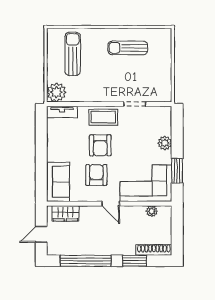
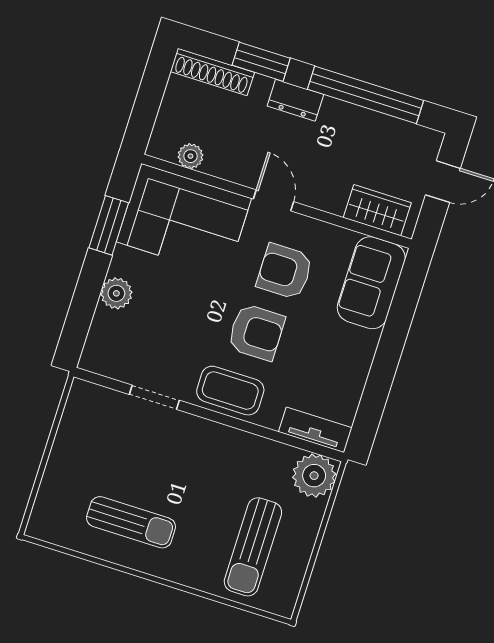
armchair: (100, 145) -> (256, 332), turned 90
armchair: (96, 175) -> (285, 271), turned 90
dresser: (115, 249) -> (295, 100), added

